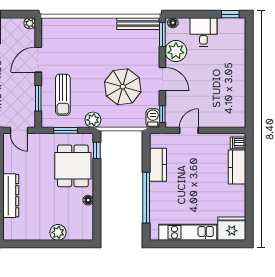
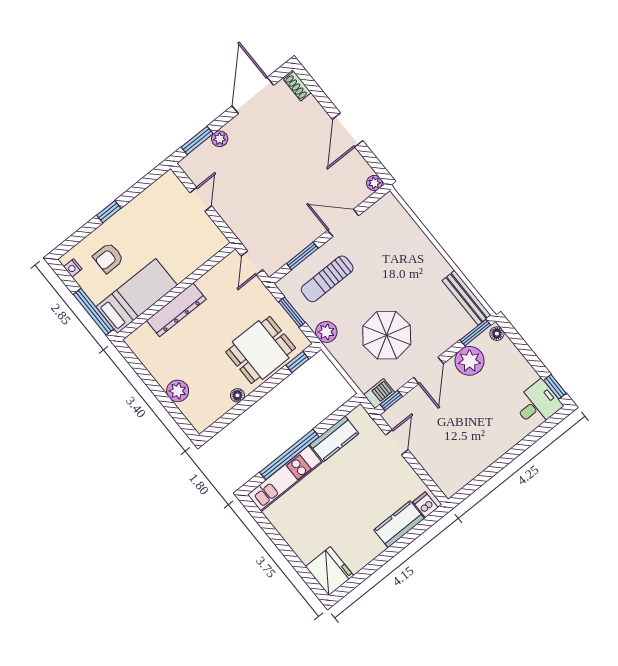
desk: (203, 32) -> (538, 404), moved
door: (189, 130) -> (397, 442), hinge flipped
kitchen unit: (188, 232) -> (285, 479), moved, turned 90

